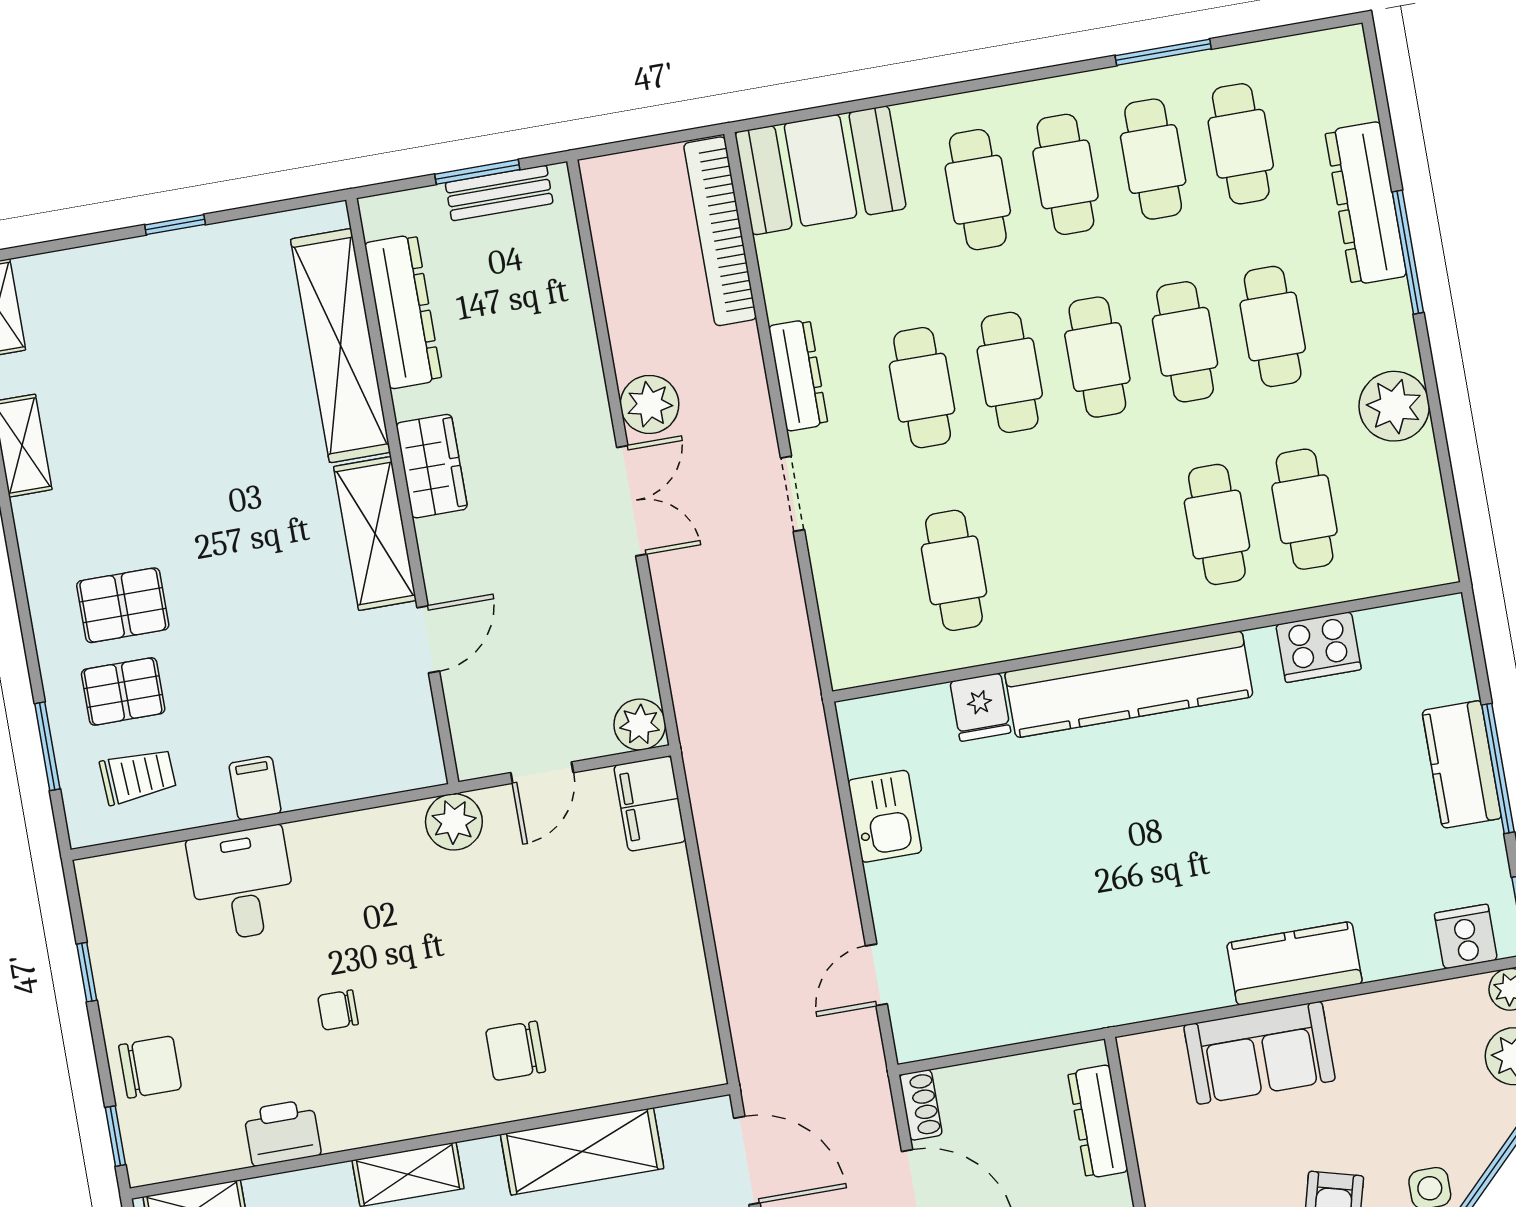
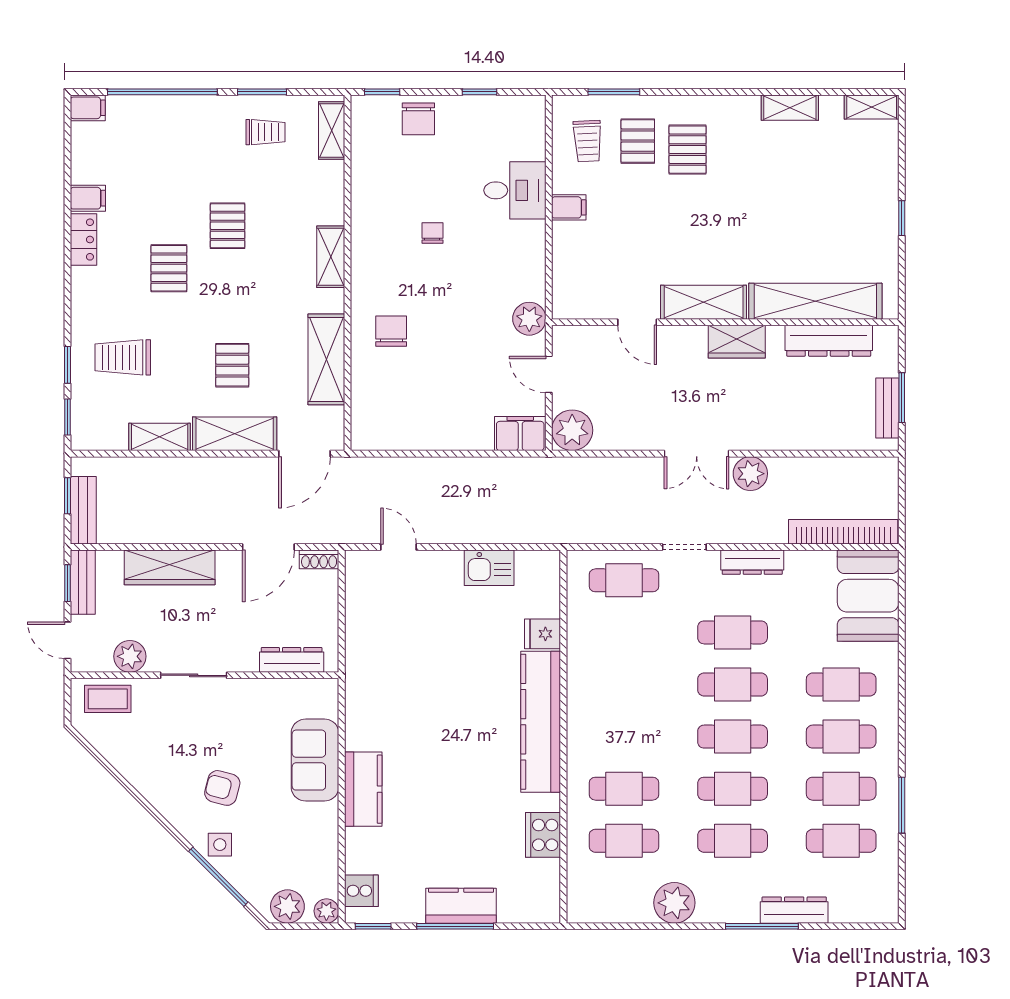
dresser: (1366, 203) -> (794, 910), width x0.73, depth x0.80
cafe table: (954, 570) -> (624, 580), moved
plant: (640, 725) -> (572, 430), width x1.36, depth x1.36
printer: (282, 1133) -> (367, 188), removed

